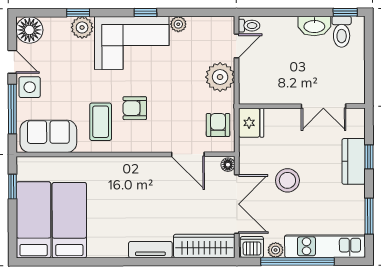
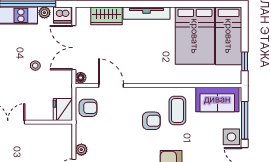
plant: (220, 77) -> (81, 150), width x0.53, depth x0.53
armchair: (218, 125) -> (88, 108), turned -90
stool: (287, 180) -> (35, 66), width x0.53, depth x0.53
bed: (69, 220) -> (195, 36), width x1.50
wardrobe: (204, 246) -> (106, 16), width x0.67
tv unit: (150, 250) -> (146, 13), width x1.41

